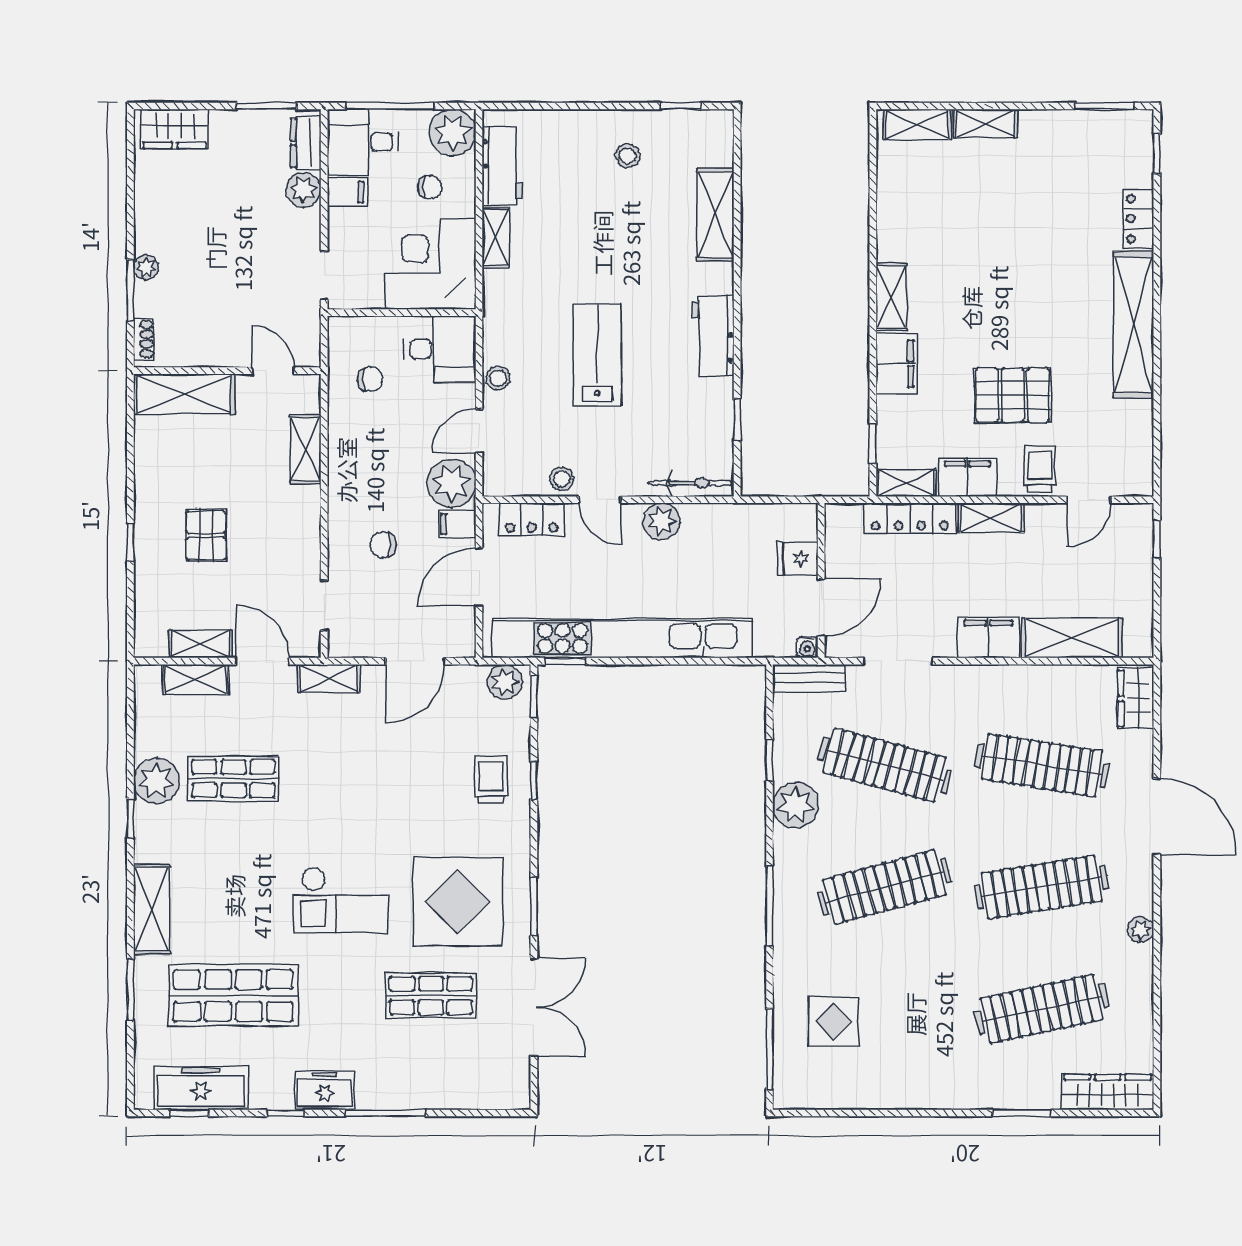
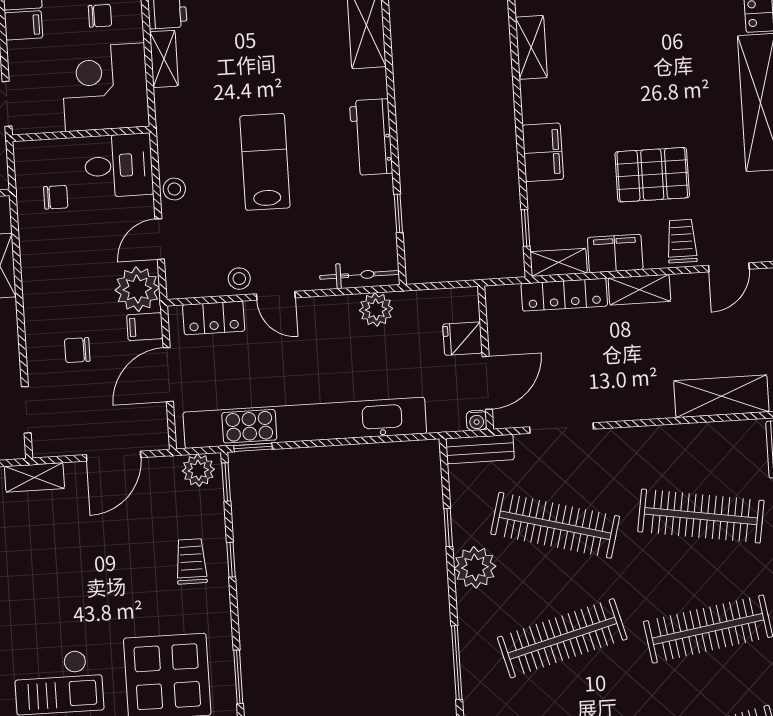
shelving: (891, 297) -> (531, 47), moved
plant: (662, 521) -> (376, 310), moved
filing cabinet: (988, 637) -> (644, 401), removed

